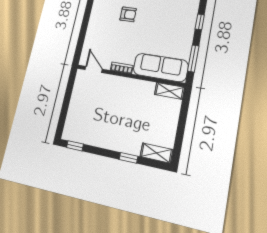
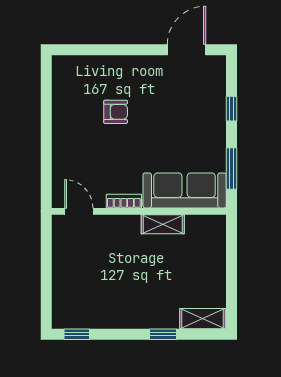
shelving: (169, 91) -> (163, 224), moved

